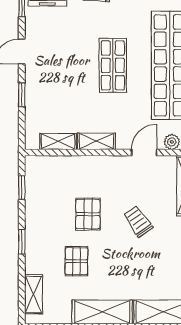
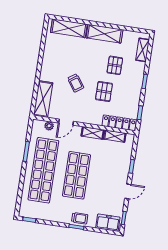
shop shelf: (113, 65) -> (76, 175), width x1.43, depth x1.36
locker: (54, 165) -> (119, 123), added

